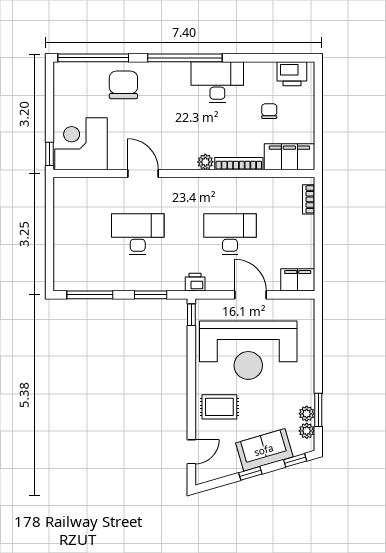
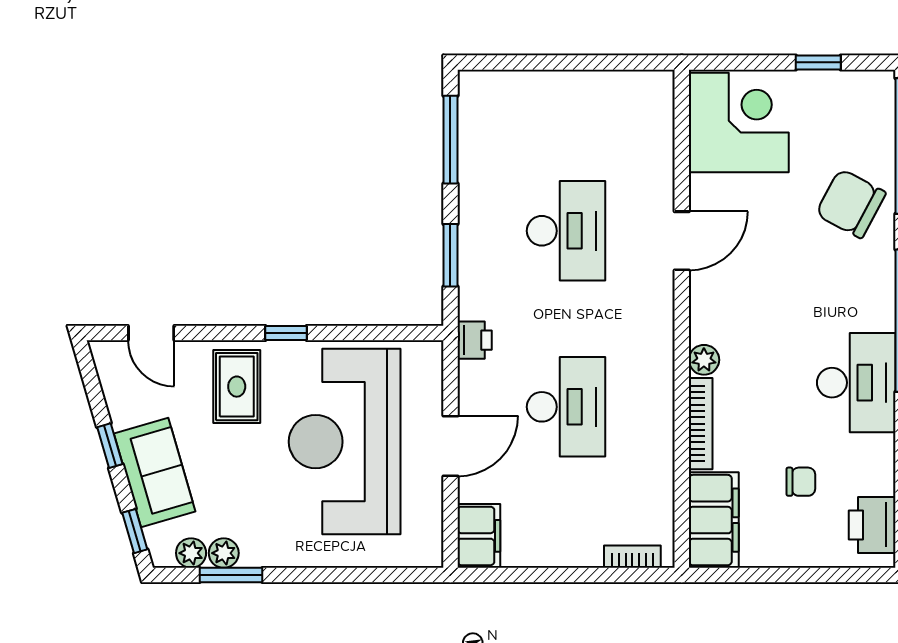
chair: (123, 85) -> (851, 203), turned -152
window: (49, 154) -> (818, 62), moved
window: (191, 315) -> (286, 333), moved

